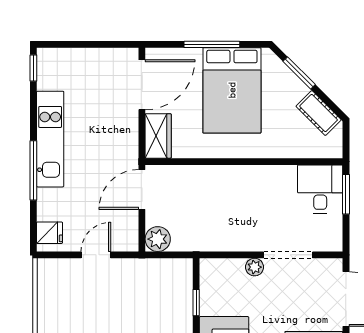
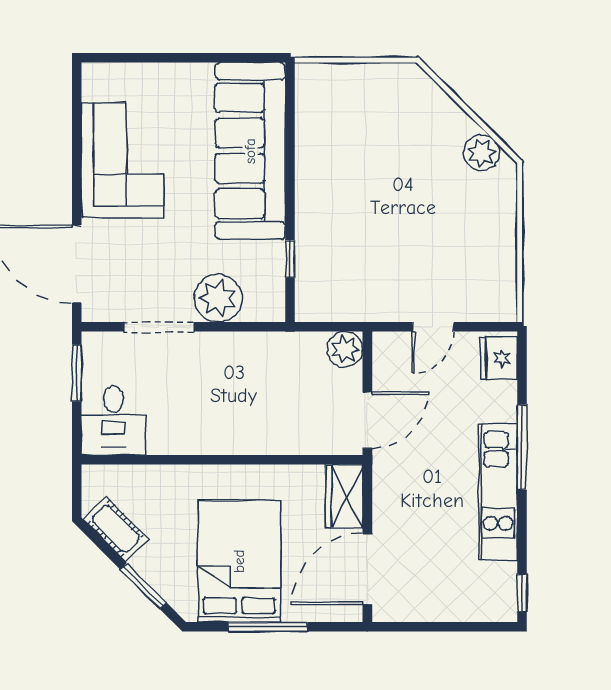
window: (346, 194) -> (77, 373), moved
fridge: (49, 233) -> (499, 358), width x1.38
plant: (255, 267) -> (218, 298), width x1.87, depth x1.87

